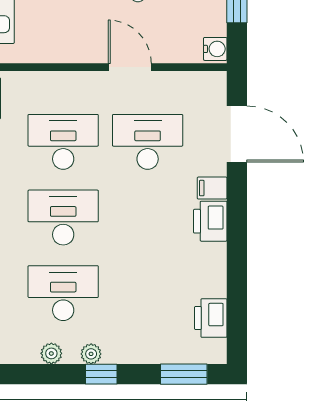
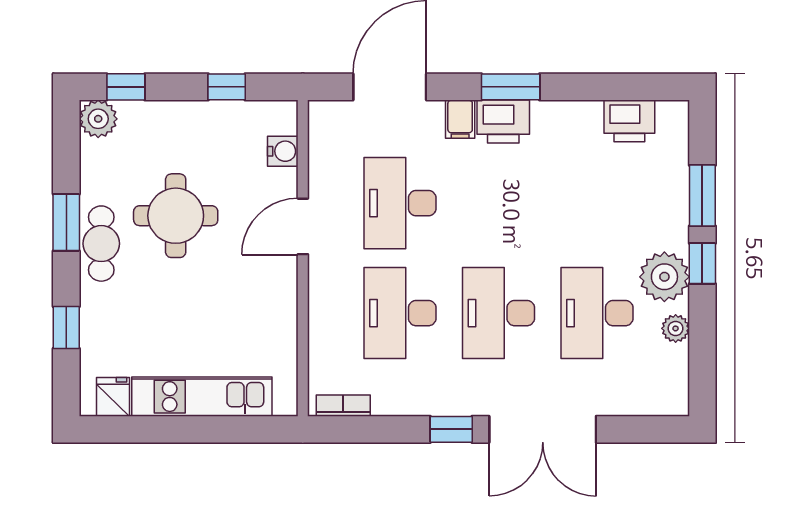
water cooler: (215, 49) -> (283, 151), moved, turned 90
window: (237, 227) -> (511, 87), added
plant: (91, 354) -> (664, 277), width x1.88, depth x1.88
window: (184, 374) -> (702, 196), moved

